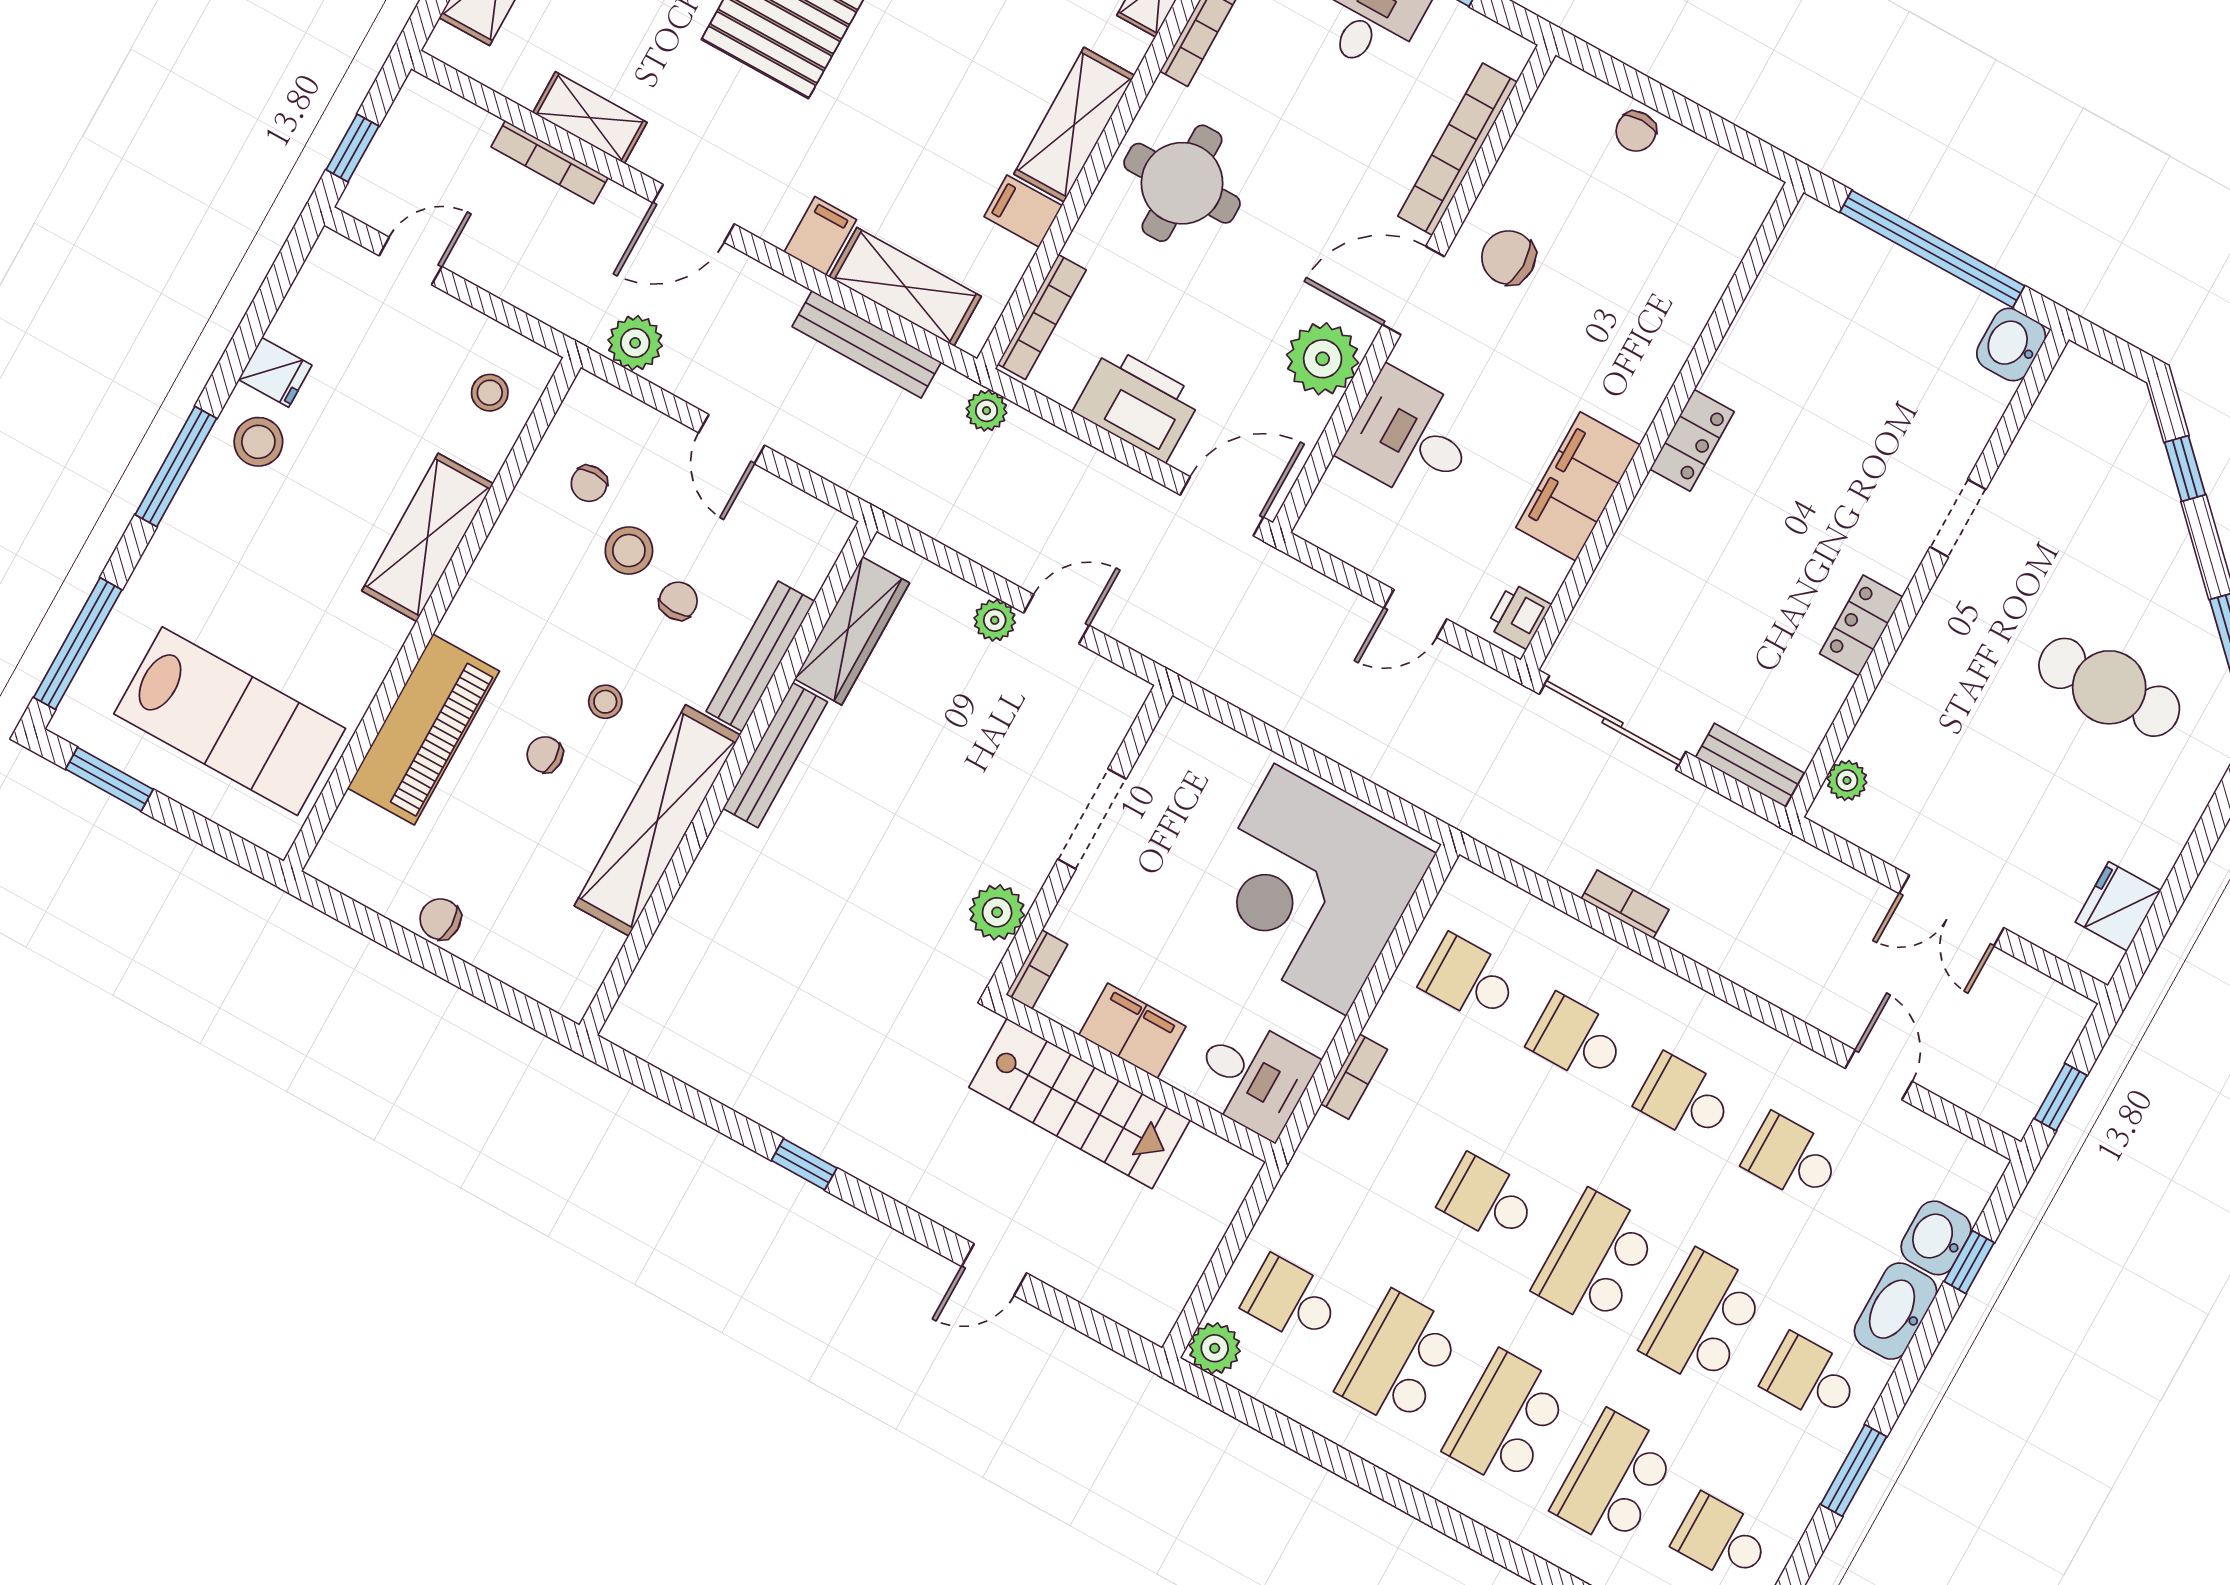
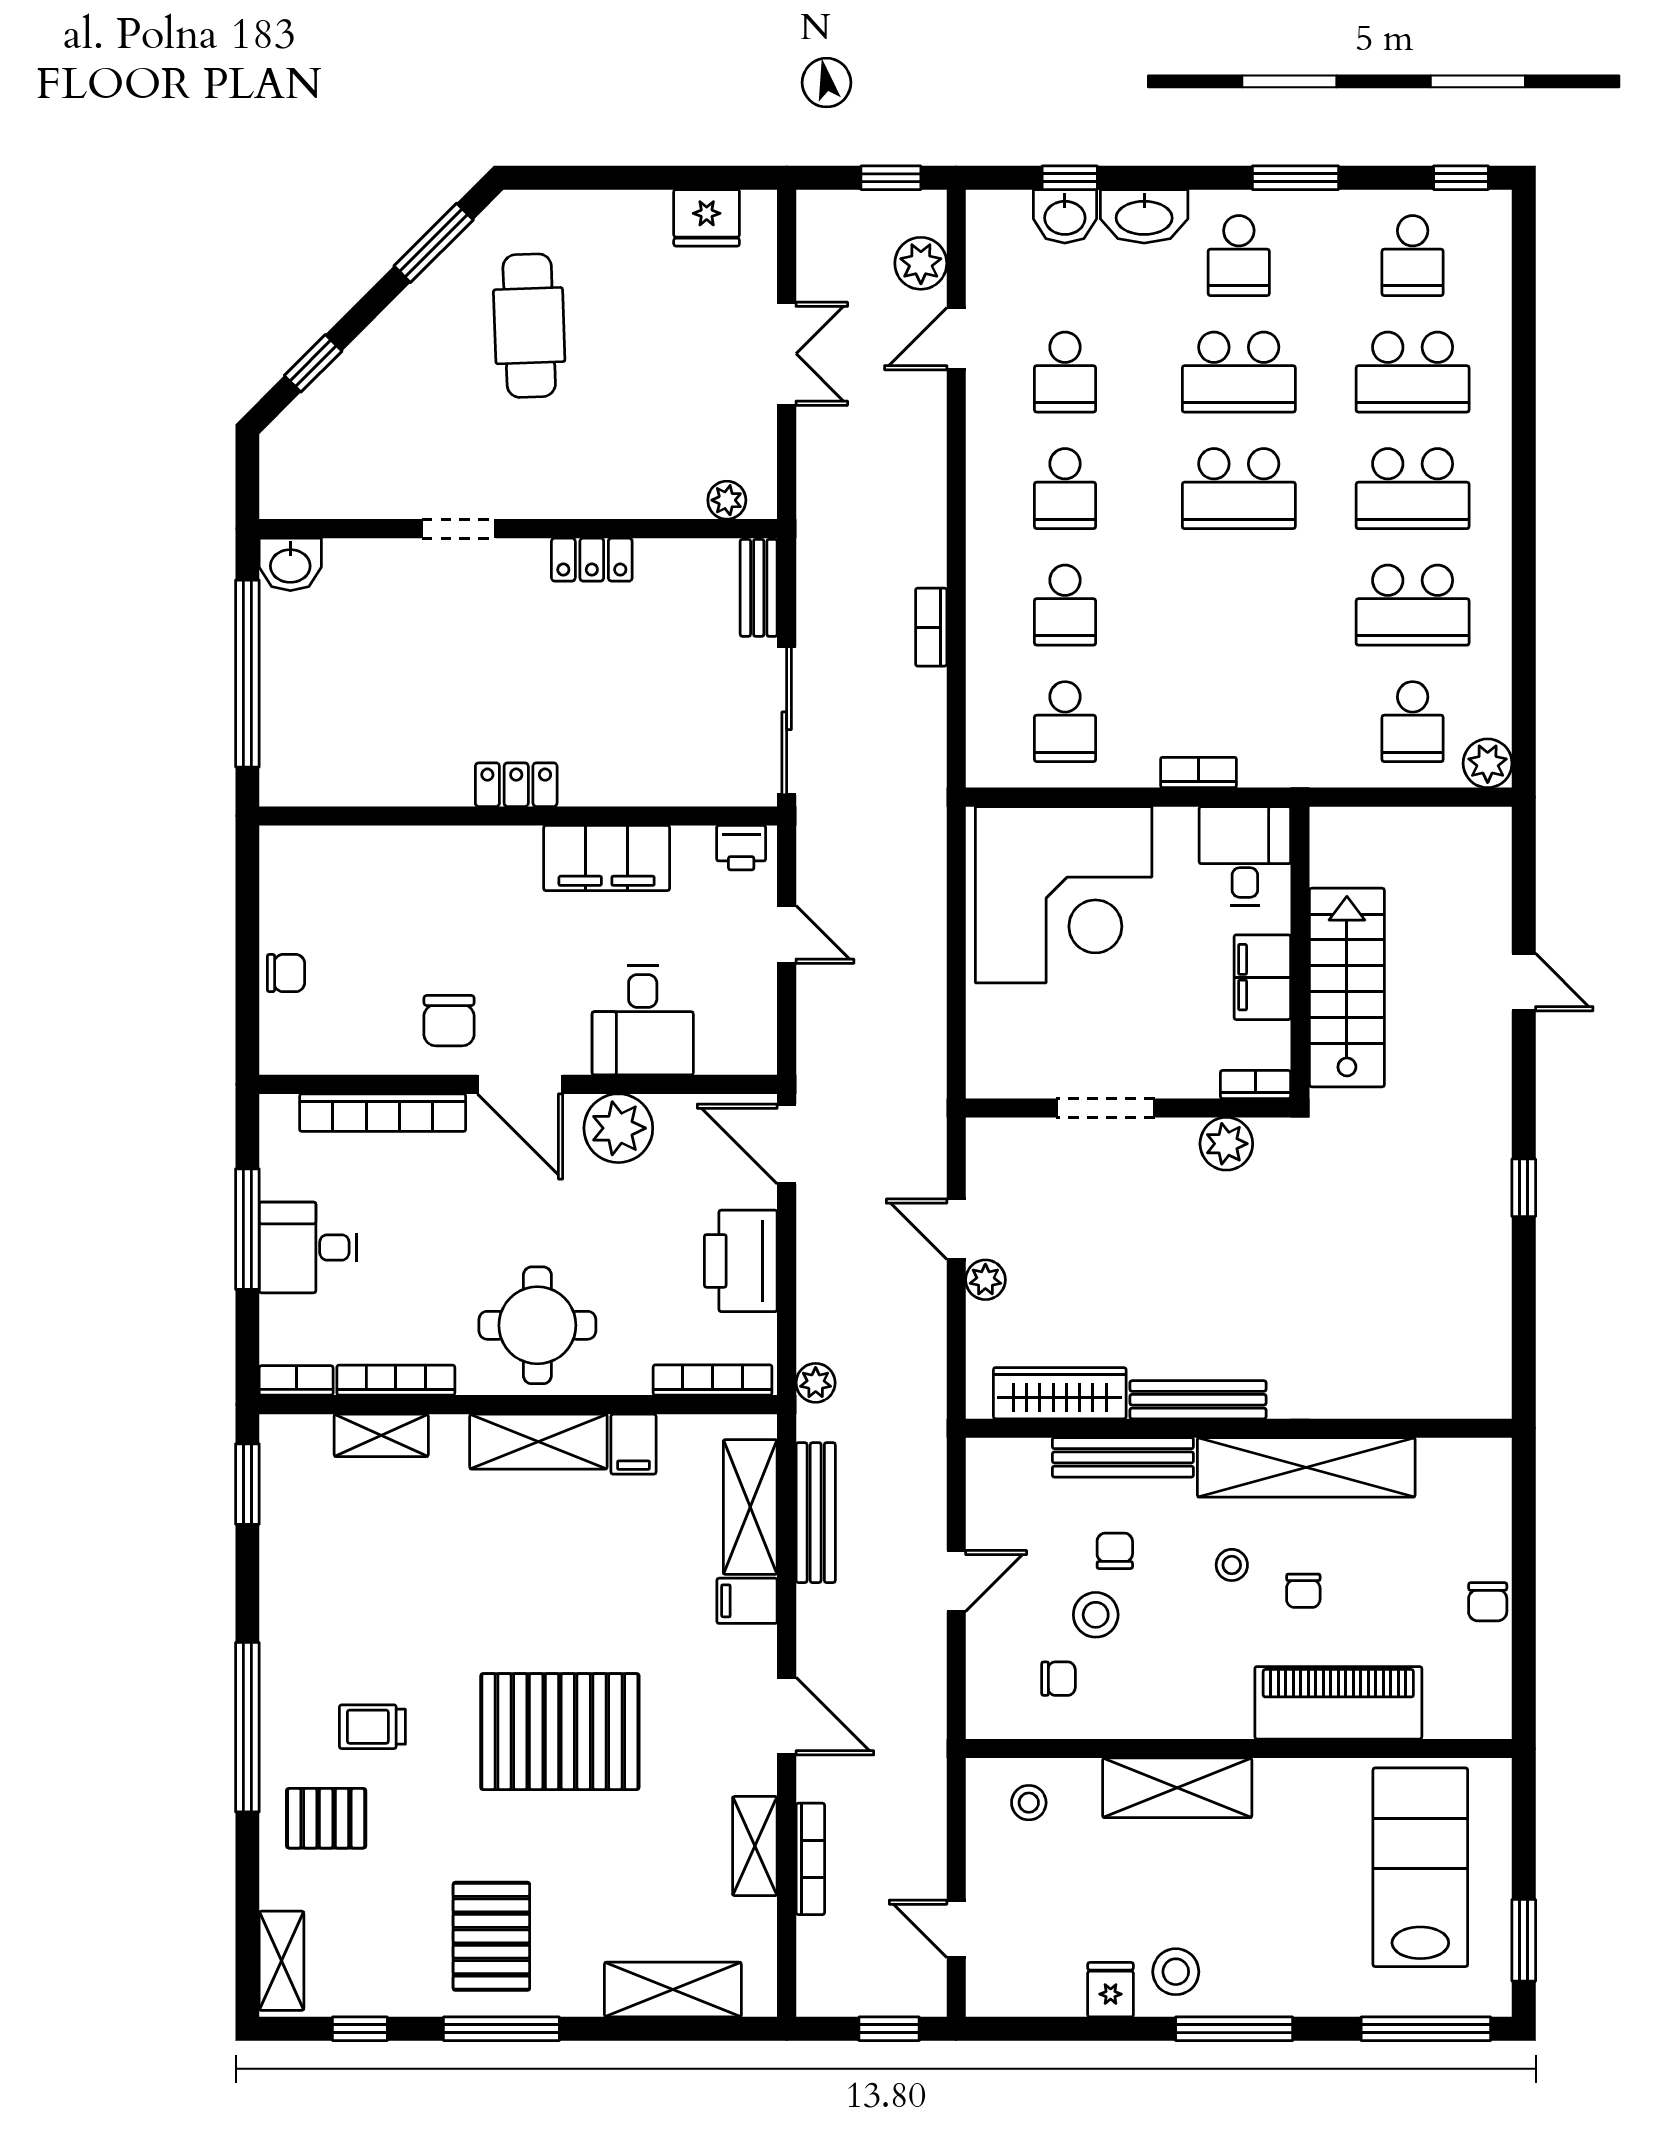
plant: (635, 343) -> (921, 263), moved
chair: (678, 601) -> (1115, 1551), turned 90
school desk: (1488, 1199) -> (1239, 605), removed

